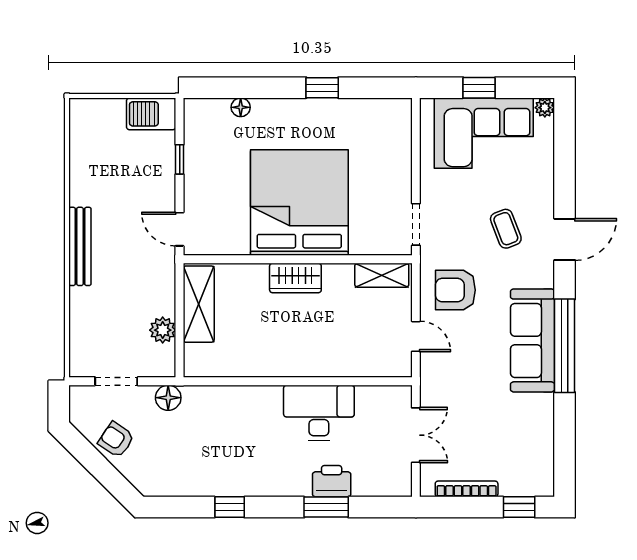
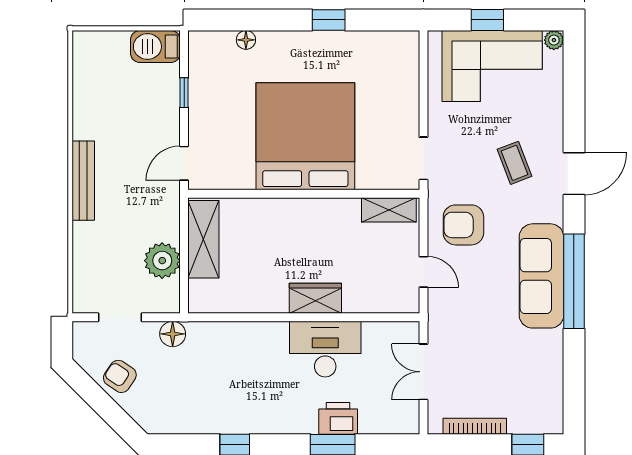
door: (180, 229) -> (184, 163), hinge flipped
wardrobe: (295, 278) -> (315, 298), moved, turned 180
plant: (163, 330) -> (162, 261), width x1.36, depth x1.36
double door: (416, 435) -> (423, 372), swing flipped

